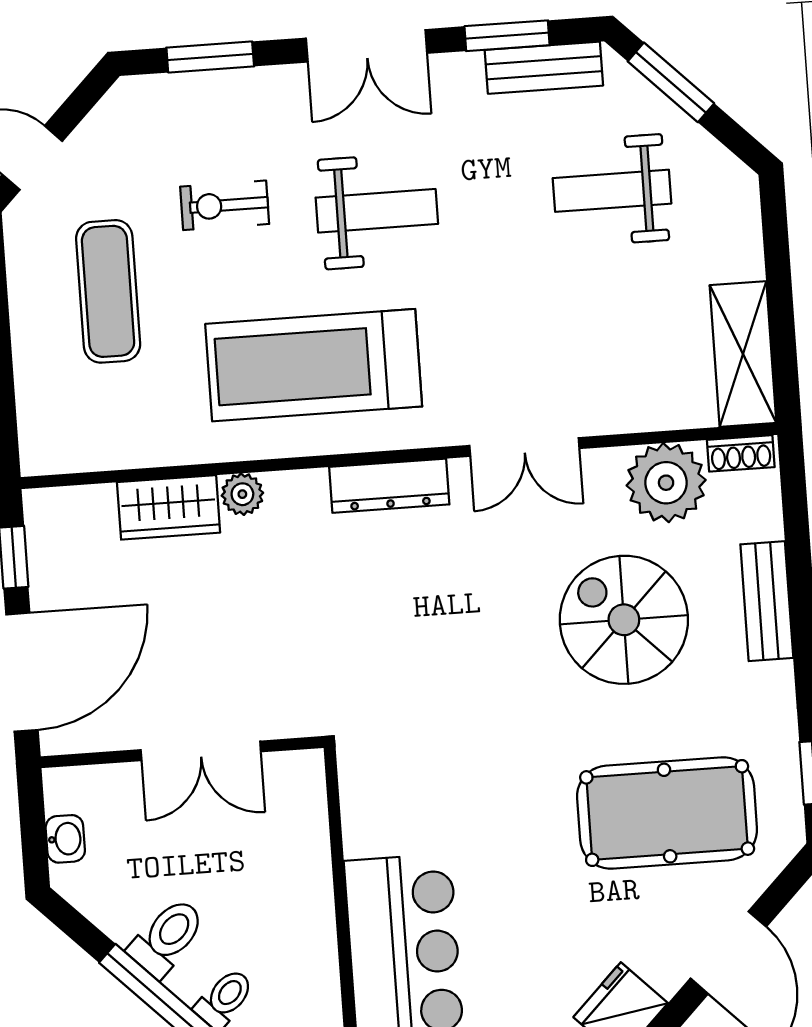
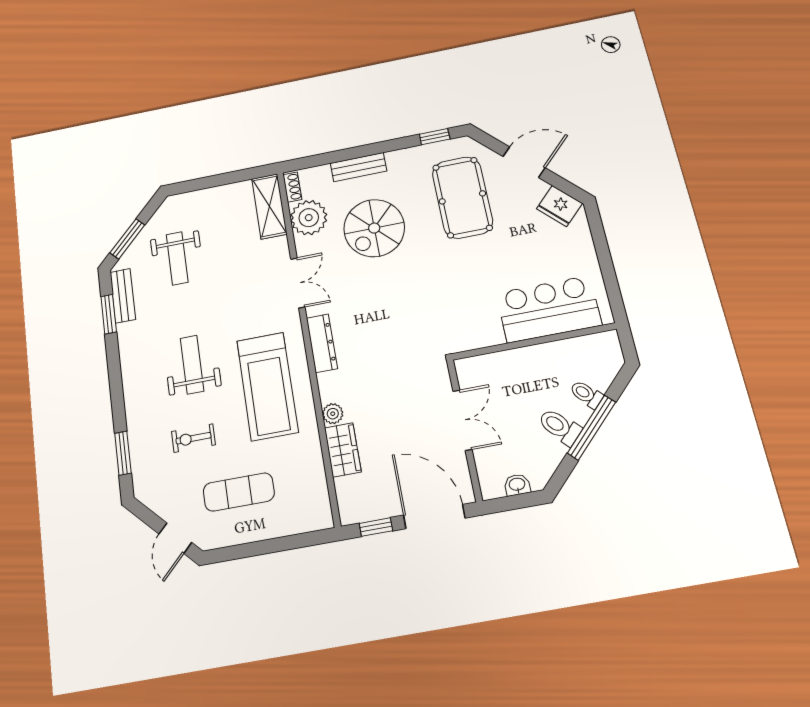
double door: (367, 46) -> (115, 378), removed
exercise bike: (225, 205) -> (193, 438), turned 90
shelving: (743, 354) -> (269, 206), moved, turned 90

